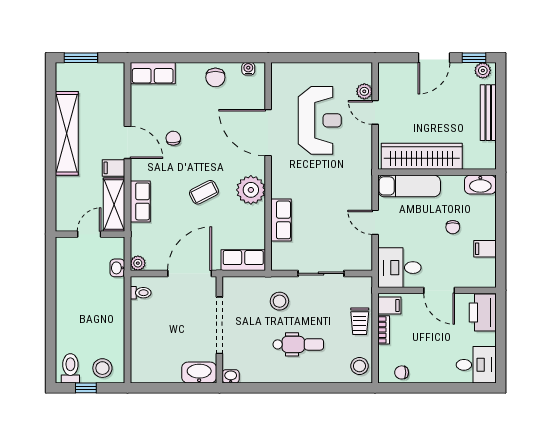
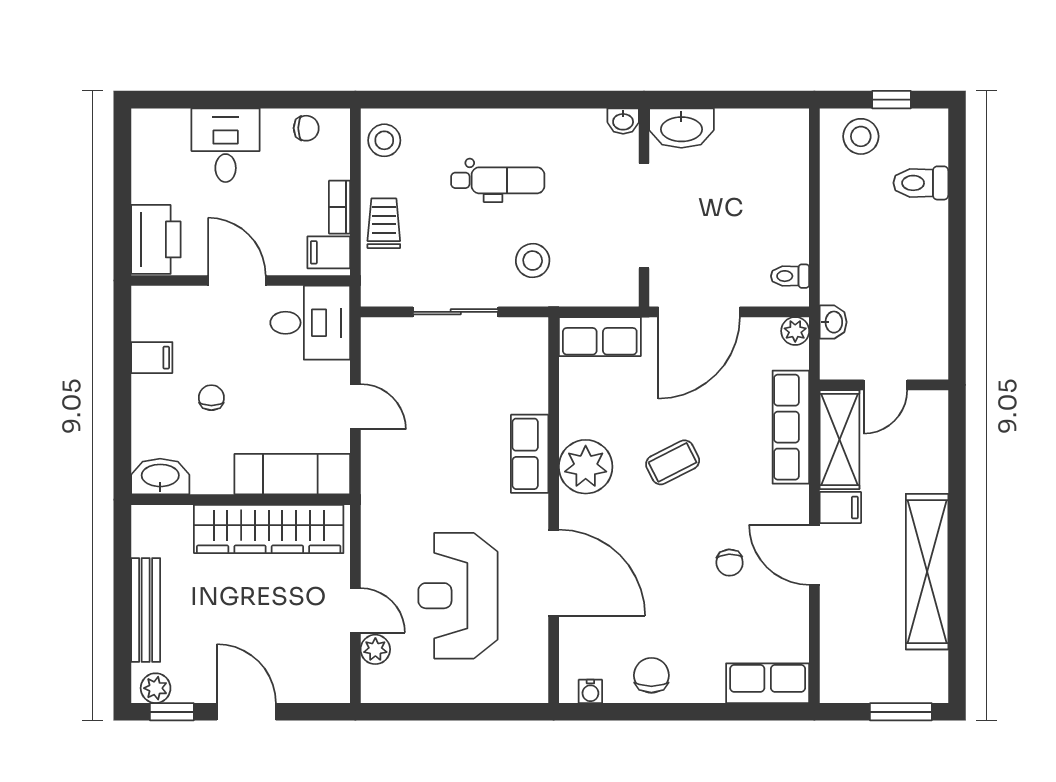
door: (434, 58) -> (246, 712), hinge flipped
row of seats: (140, 201) -> (791, 427), width x1.48
row of seats: (281, 220) -> (530, 454), moved
dental chair: (298, 344) -> (498, 180), turned 180
desk: (476, 365) -> (226, 145), moved, turned 90
toilet: (70, 368) -> (921, 183), moved, turned 90

